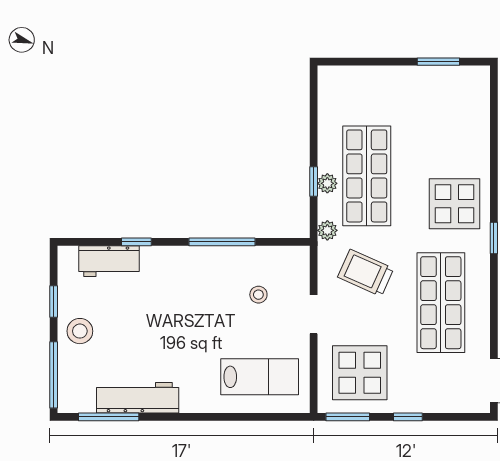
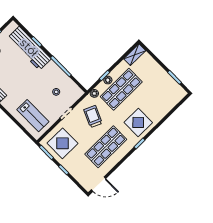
shelving: (329, 92) -> (135, 55), added
workbench: (109, 261) -> (29, 48), width x1.88, depth x1.32

